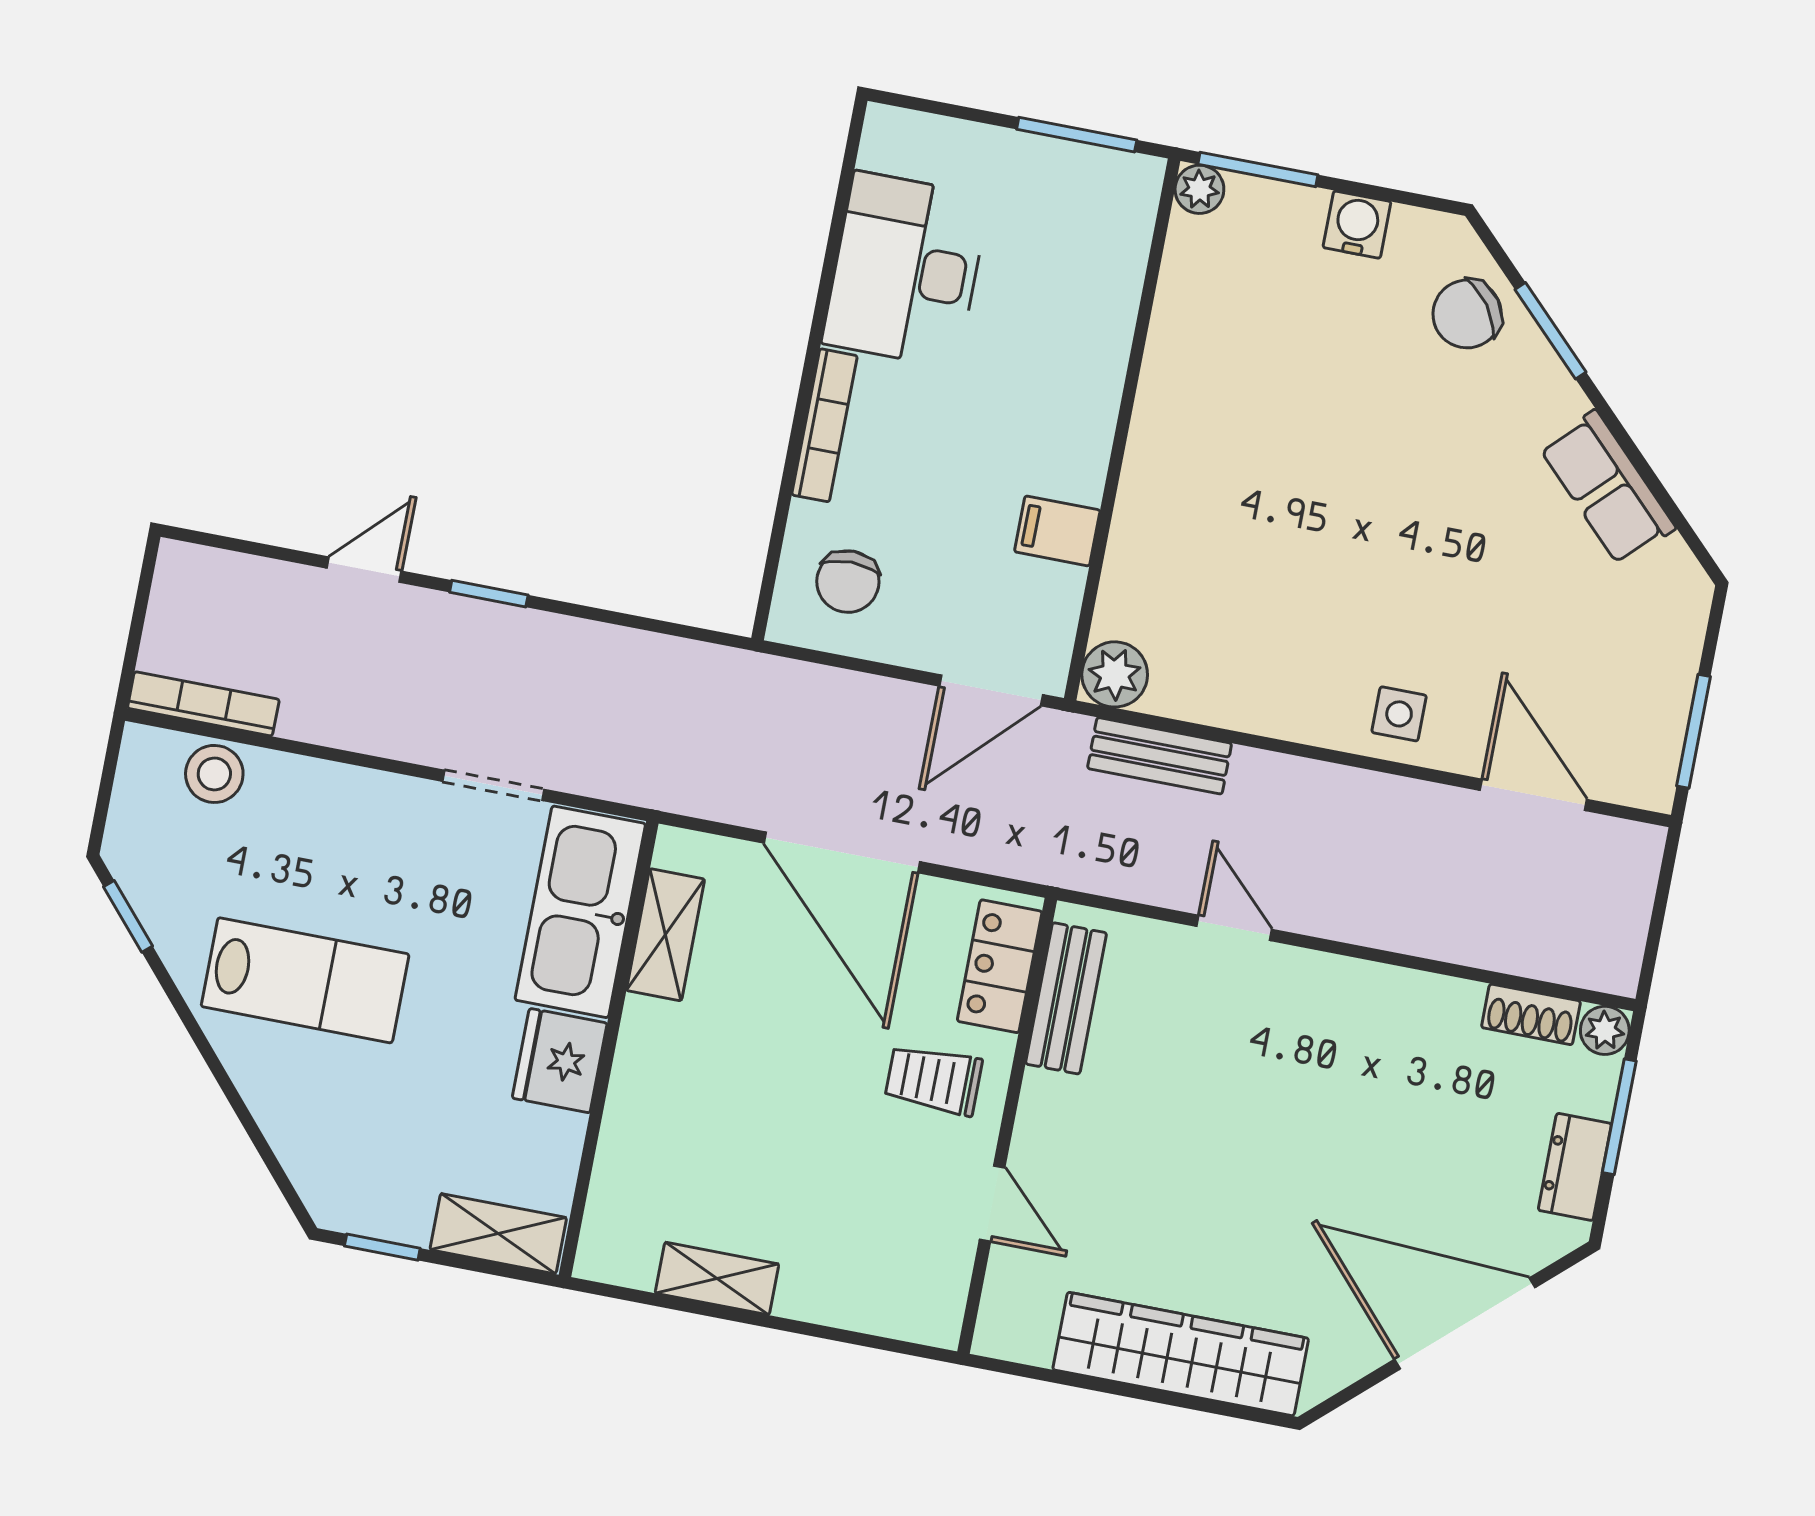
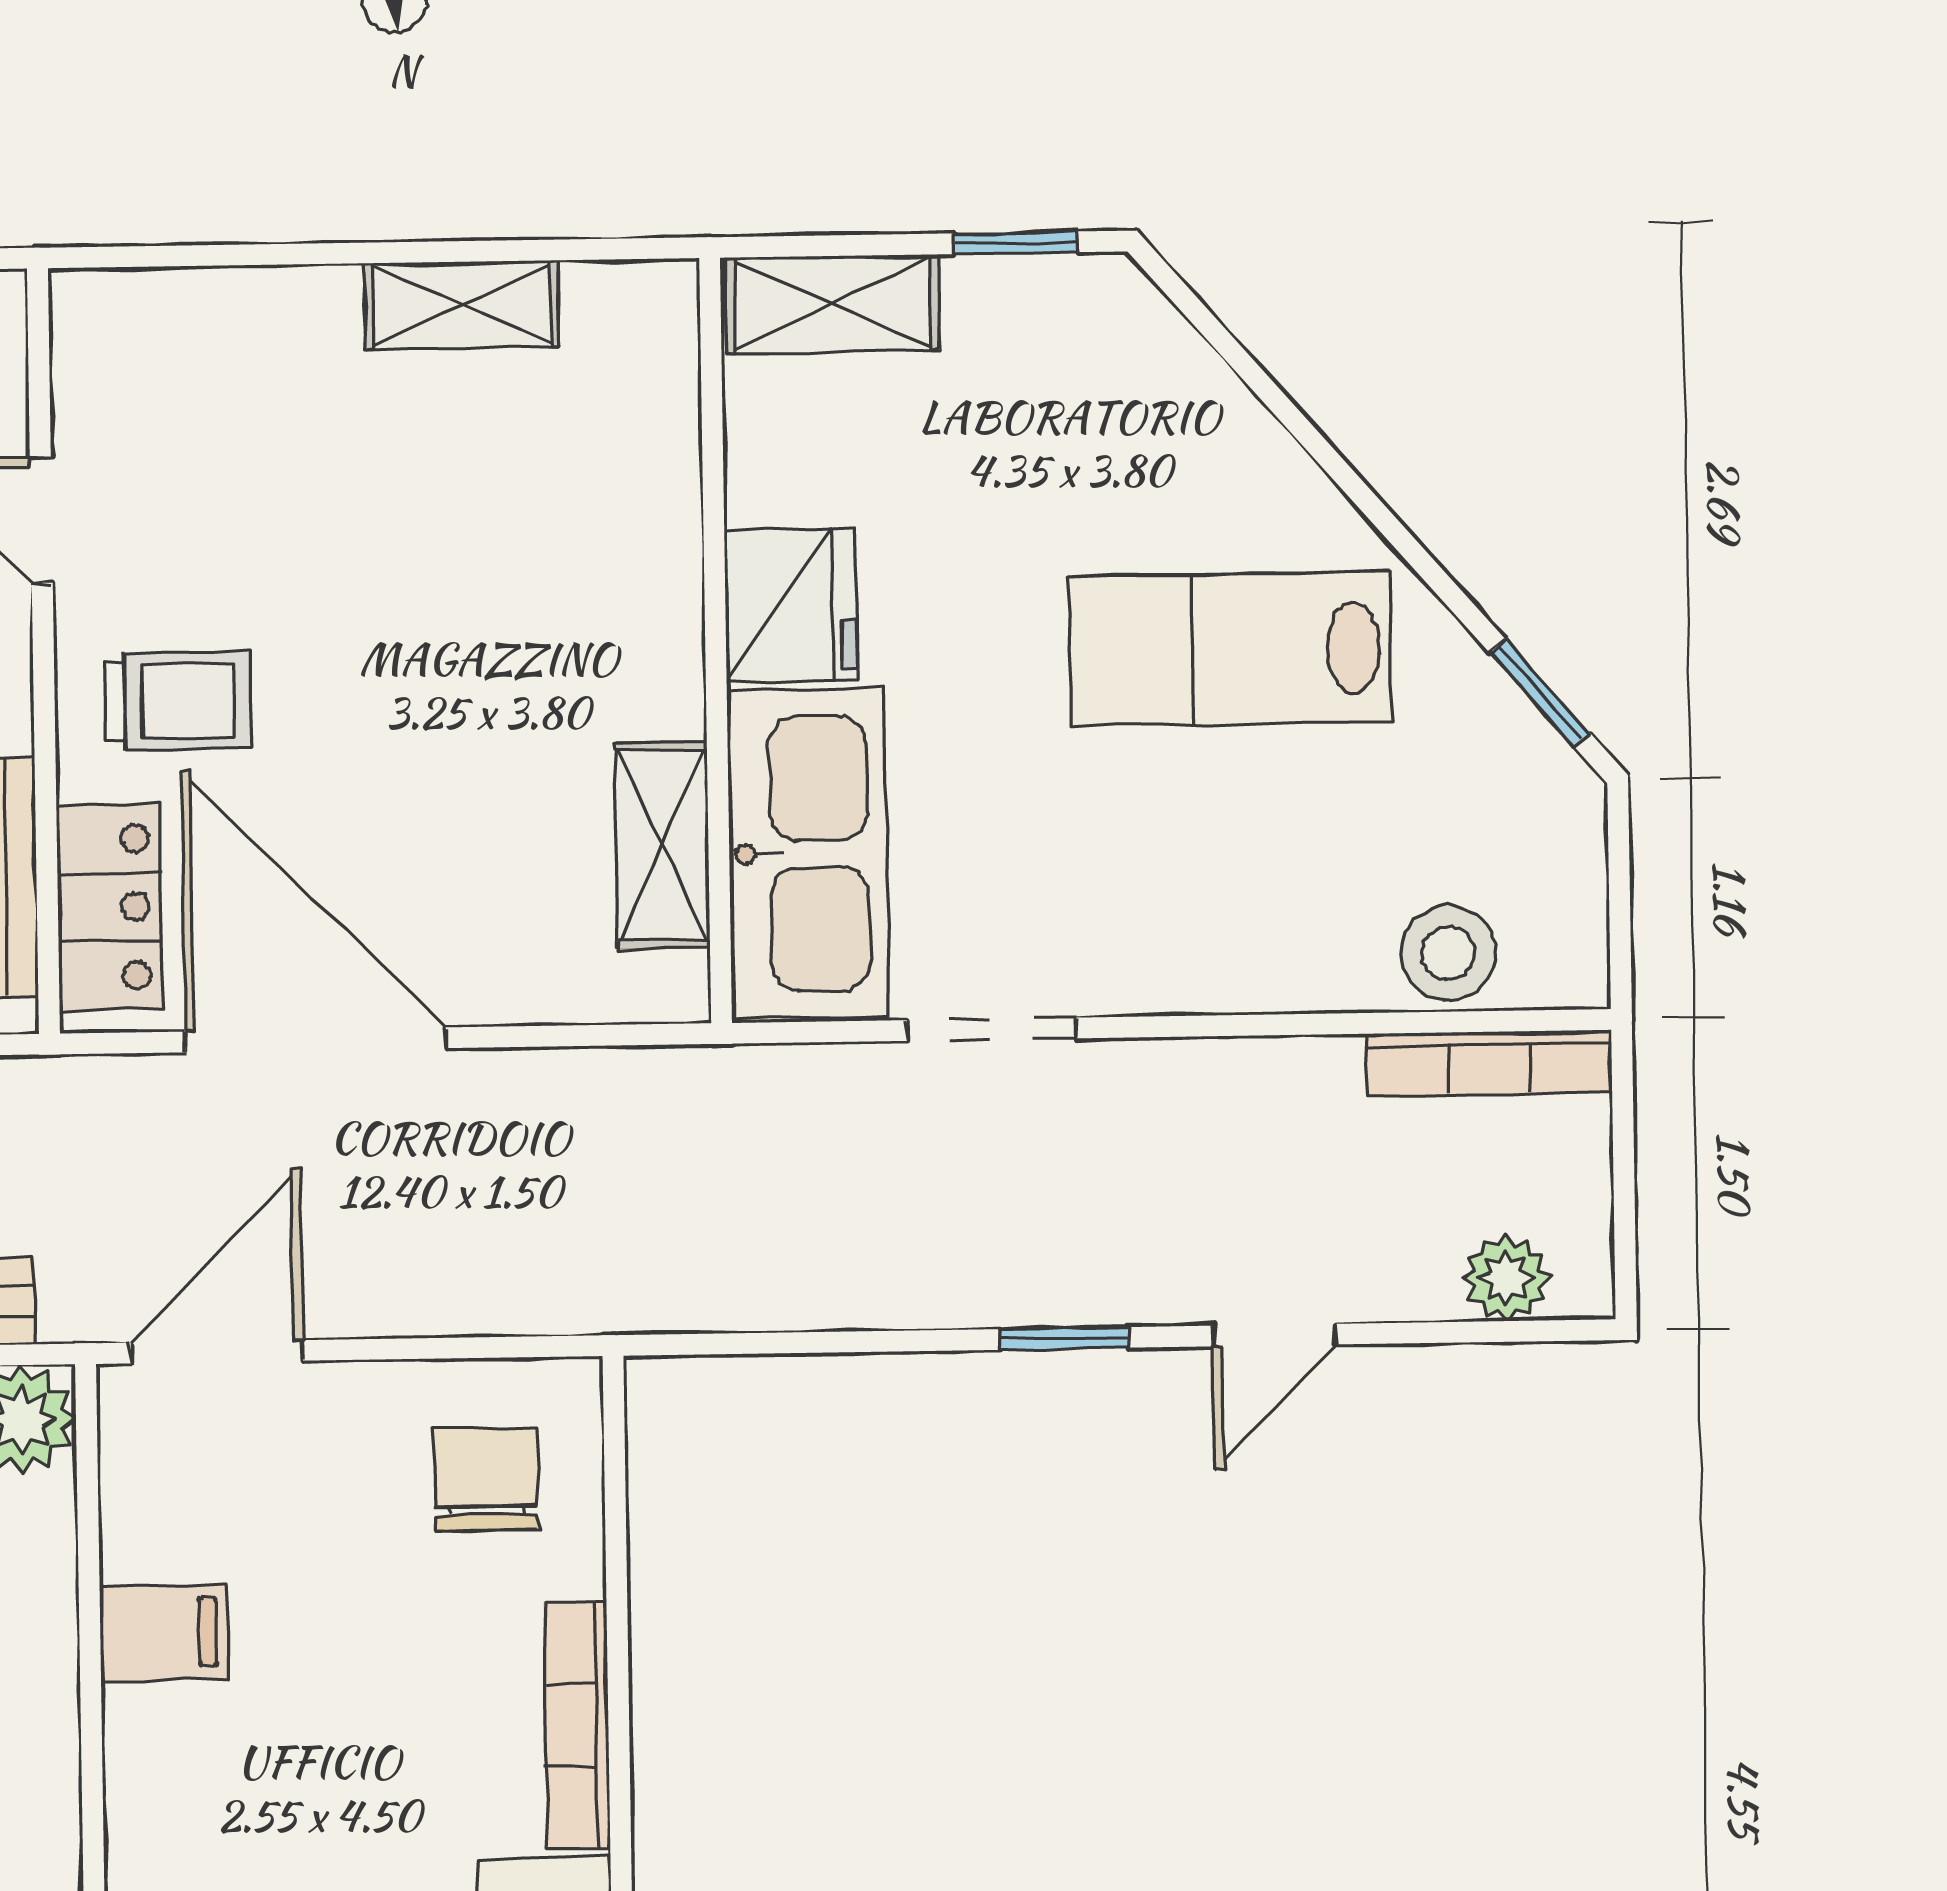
plant: (220, 575) -> (1506, 1278), added
door: (842, 852) -> (315, 1040), moved

